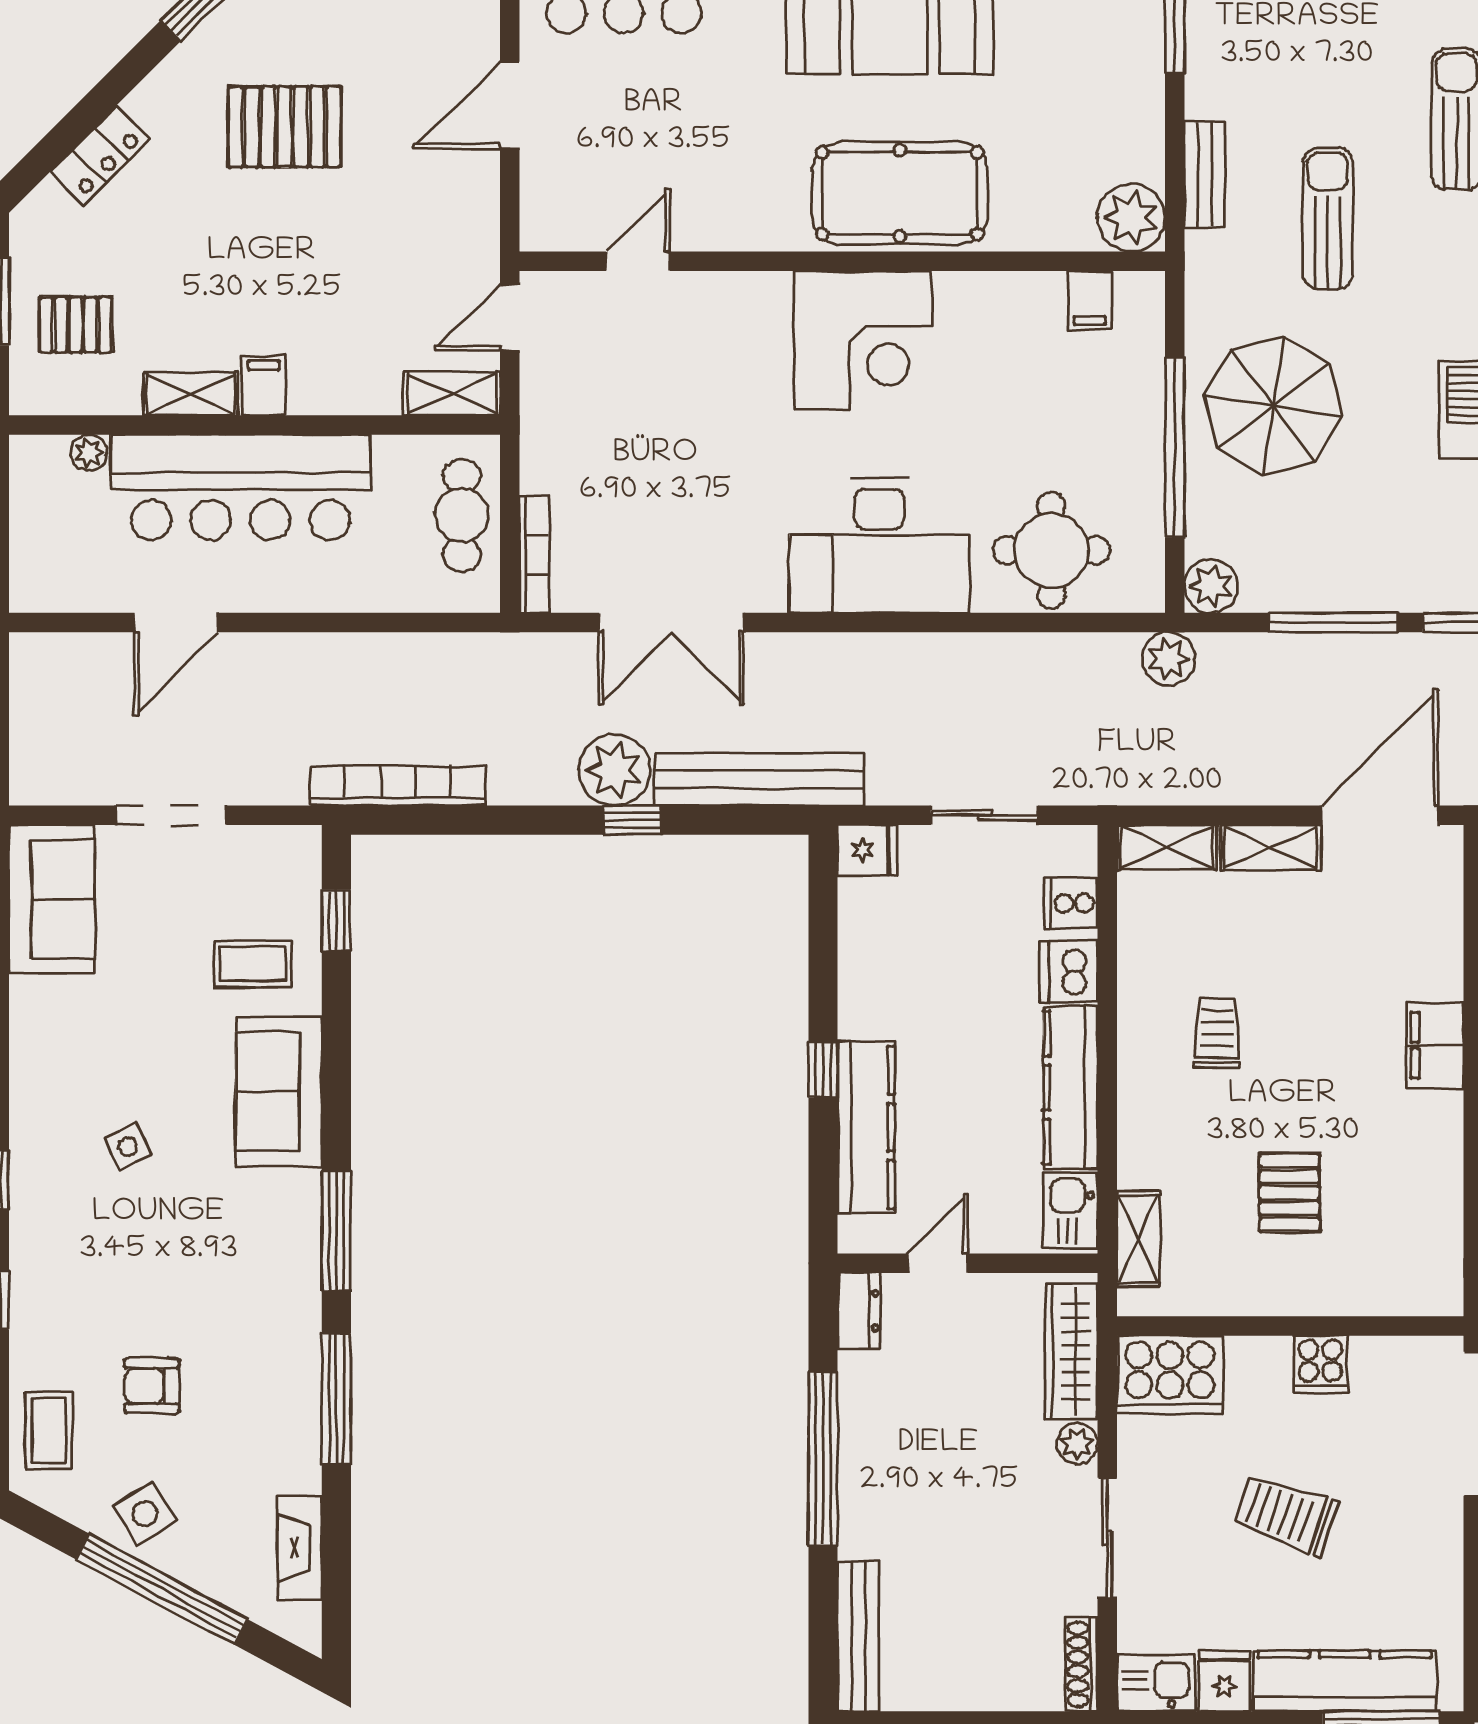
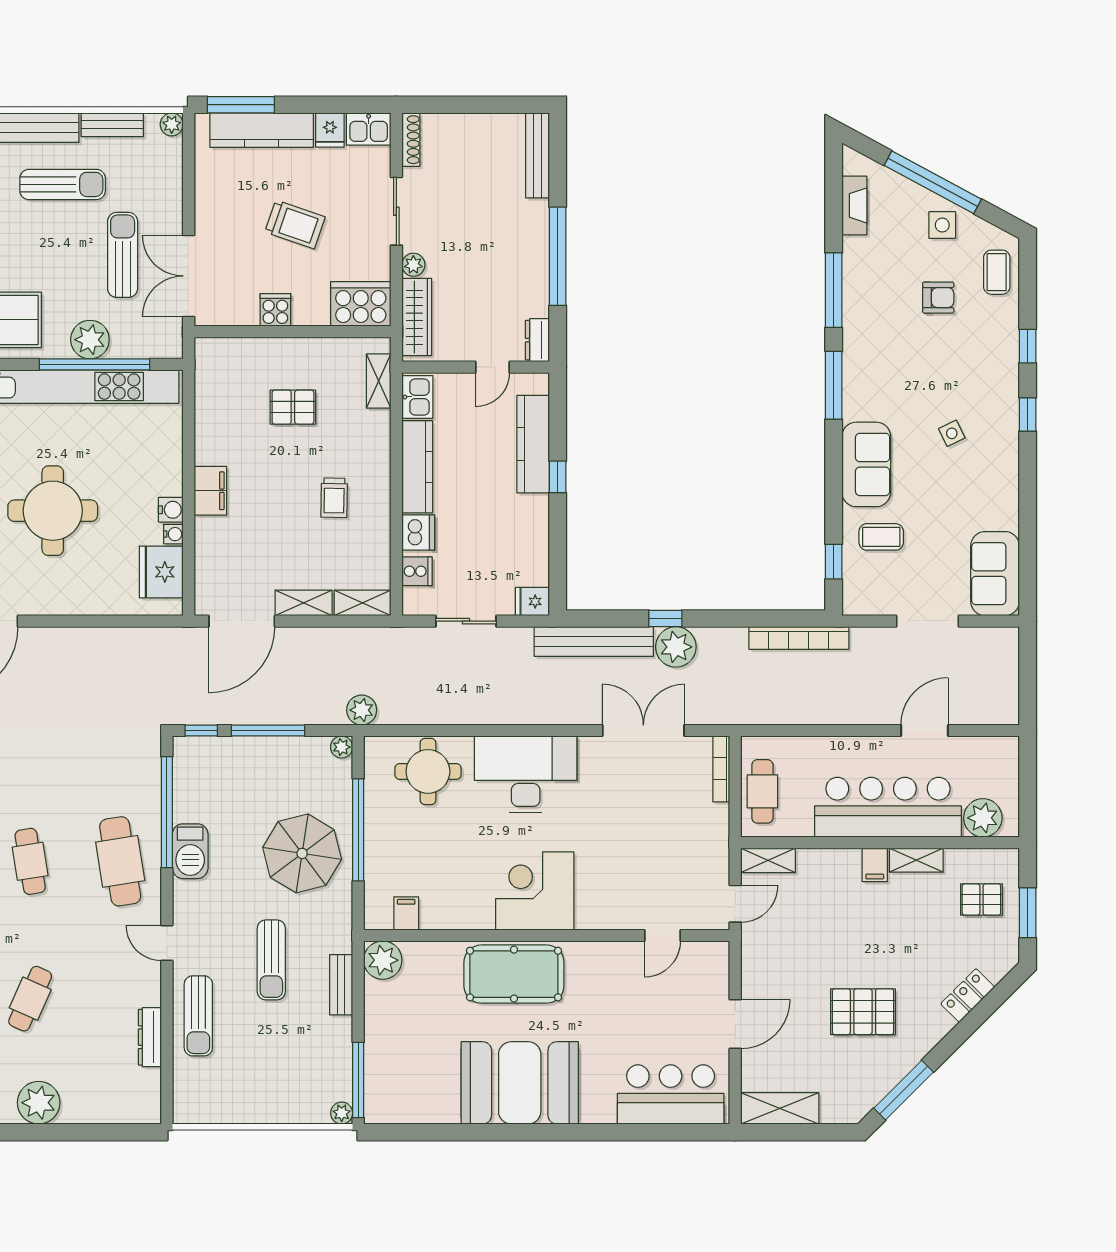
plant: (89, 453) -> (983, 818), width x1.87, depth x1.87
plant: (1211, 586) -> (342, 747), width x0.73, depth x0.73
pallet: (1290, 1193) -> (293, 407), turned 90
side table: (145, 1514) -> (942, 225), turned 32

